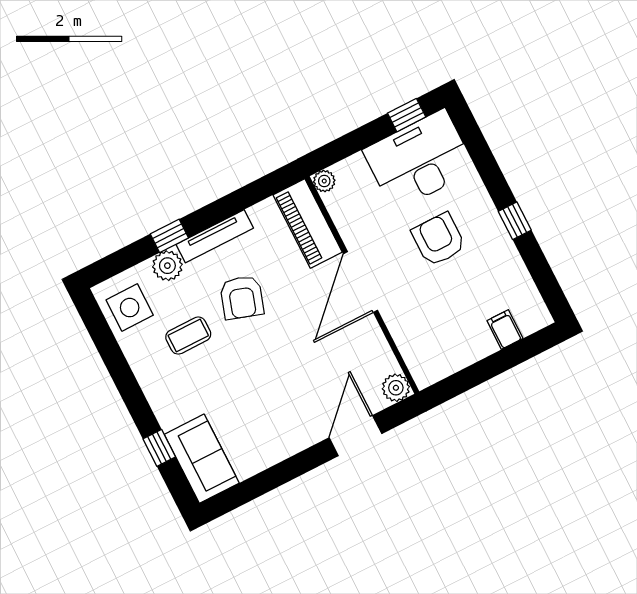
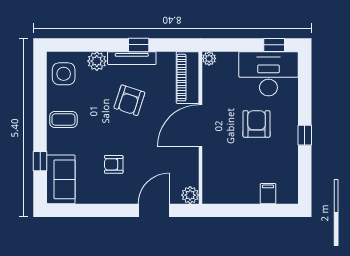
window: (169, 236) -> (139, 45), moved
coffee table: (188, 336) -> (63, 119), moved
armchair: (266, 399) -> (114, 164), added

